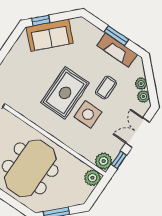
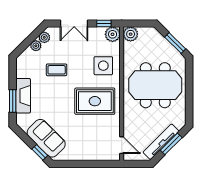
window: (116, 36) -> (13, 101), moved
fireplace: (117, 50) -> (23, 96), moved
rug: (65, 93) -> (95, 101), moved
side table: (88, 114) -> (103, 66), moved

